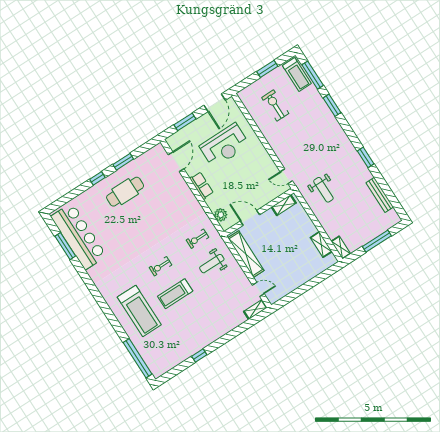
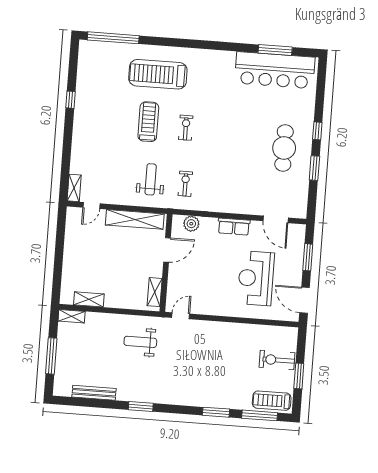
exercise bike: (275, 105) -> (277, 360), moved, turned 180

